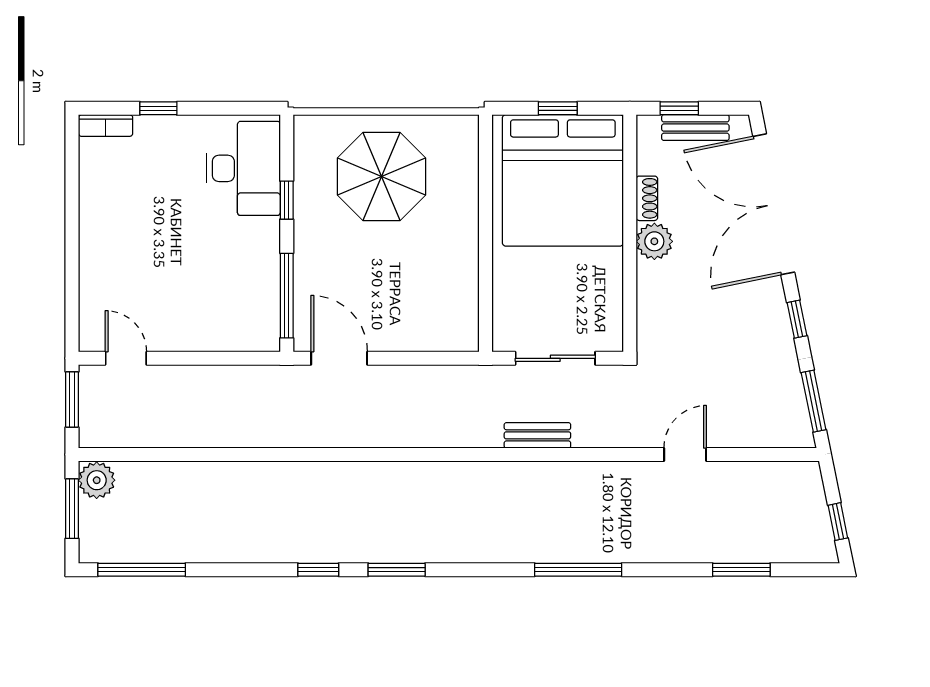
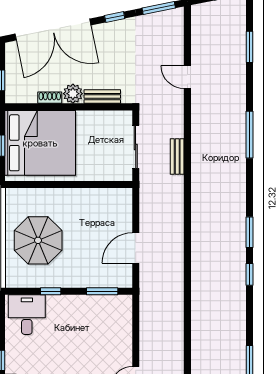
bench: (695, 128) -> (102, 97), moved, turned 90
desk: (243, 168) -> (27, 315), width x0.73
window: (287, 296) -> (102, 291), width x0.69
door: (339, 358) -> (136, 248), moved

